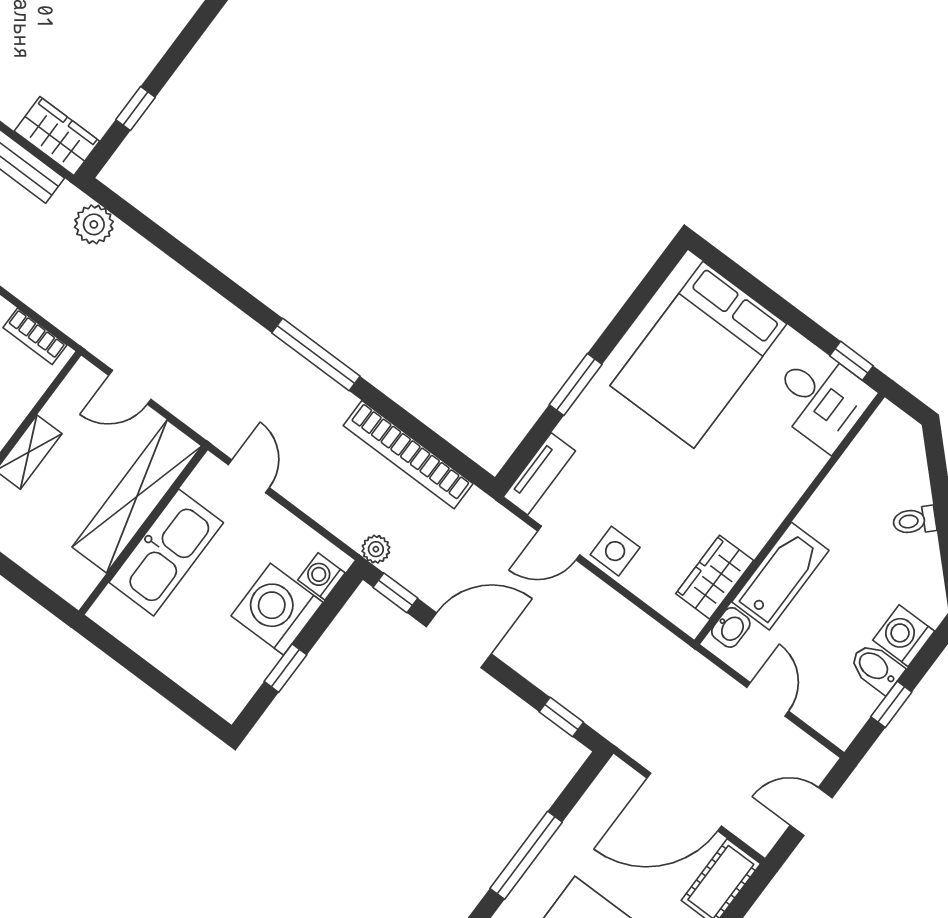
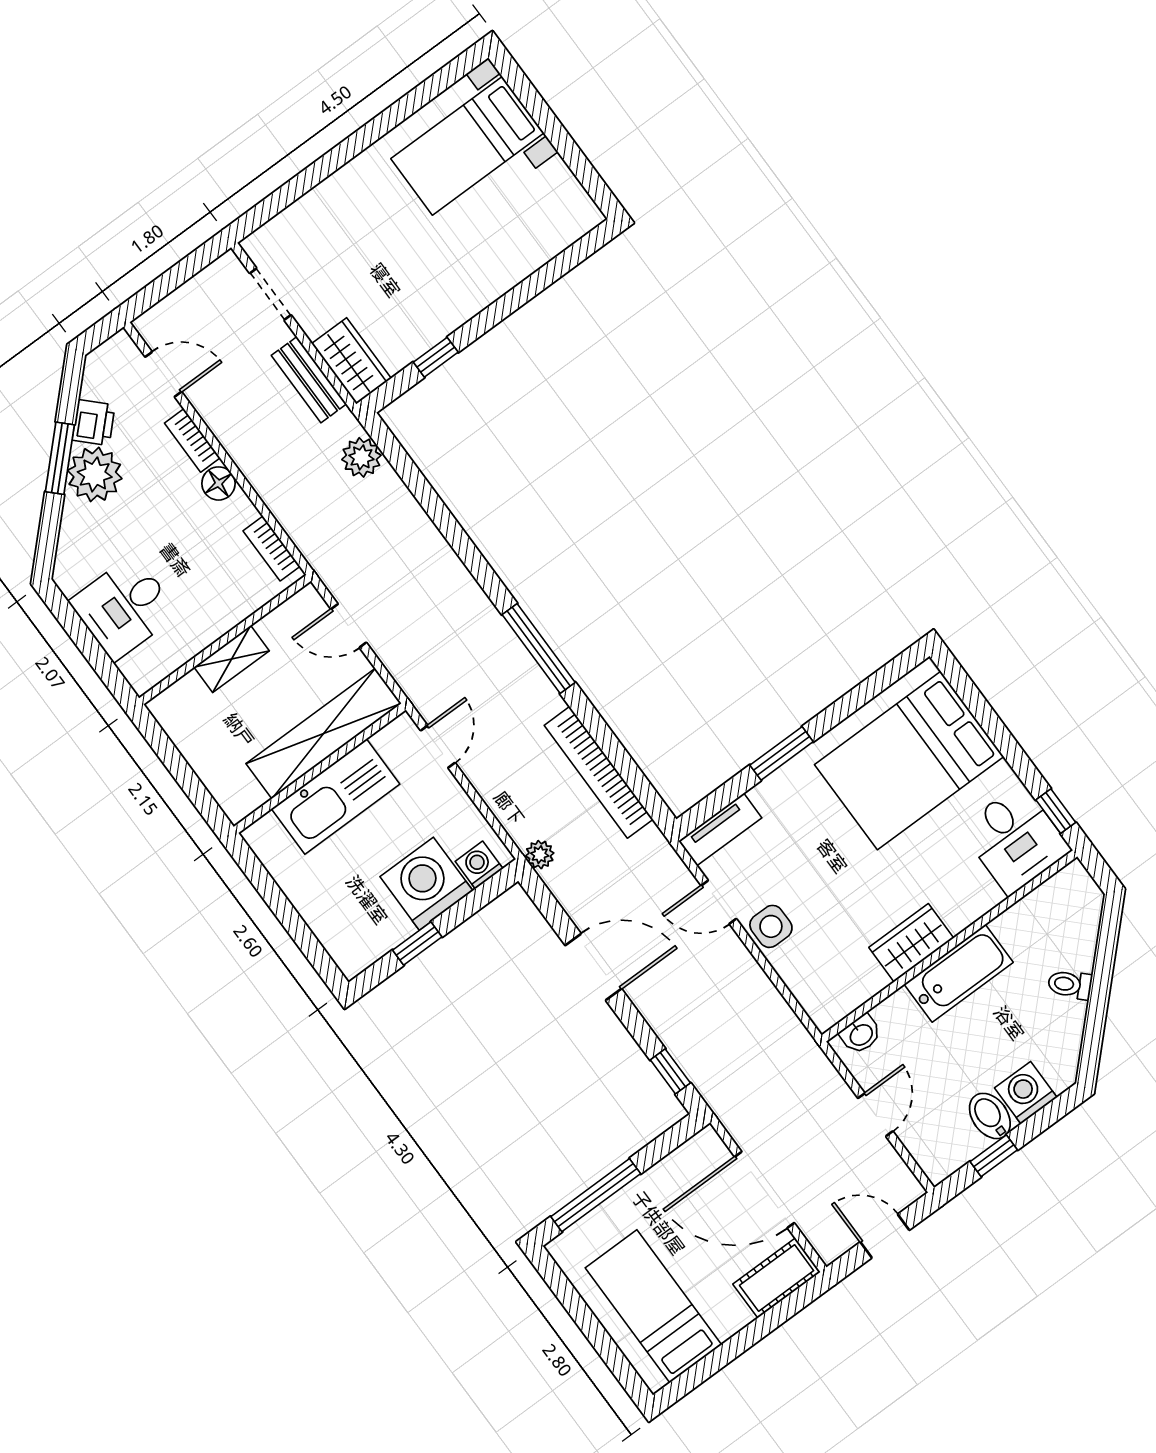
bathtub: (780, 576) -> (959, 973), moved
wardrobe: (715, 577) -> (911, 943), moved
window: (395, 593) -> (546, 903), removed

